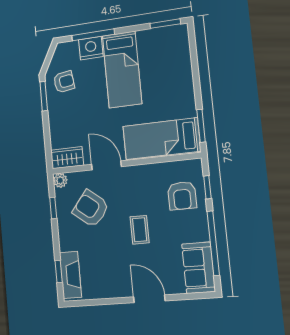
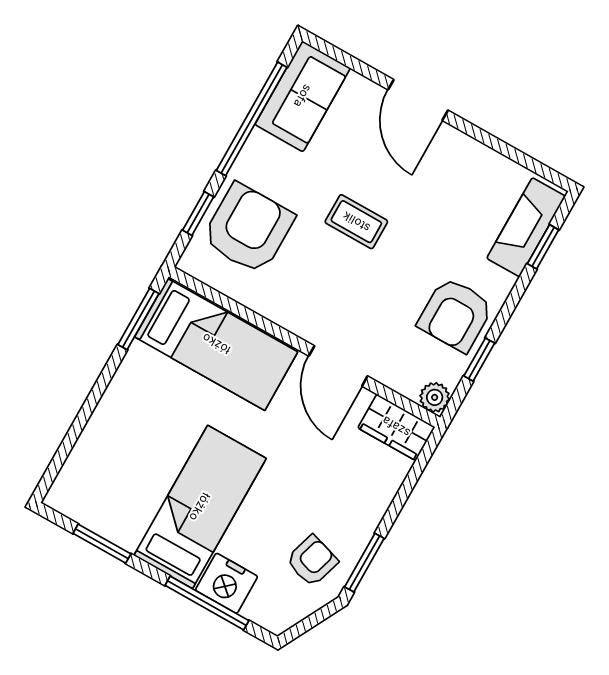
window: (165, 24) -> (102, 544), moved
armchair: (64, 82) -> (312, 561), turned 115
armchair: (182, 196) -> (248, 229), width x1.36, depth x1.36
armchair: (91, 209) -> (455, 315), moved, turned 52
coffee table: (140, 230) -> (356, 222), turned 90

